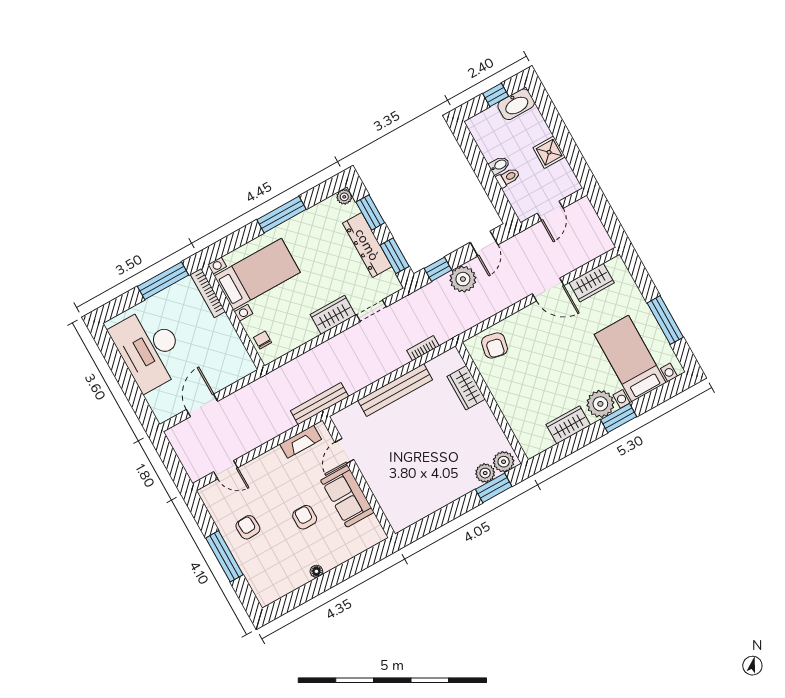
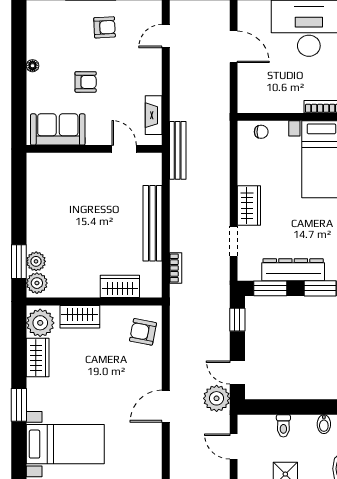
bidet: (499, 165) -> (324, 424), moved
plant: (463, 279) -> (217, 398), moved
wardrobe: (592, 283) -> (80, 317), moved, turned -90
plant: (600, 404) -> (40, 323), moved
sofa: (347, 496) -> (58, 129), moved

